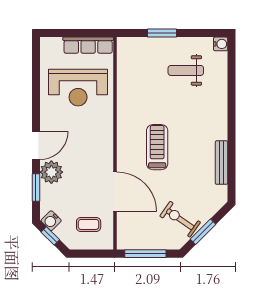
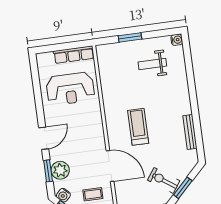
plant: (51, 172) -> (60, 170), moved

